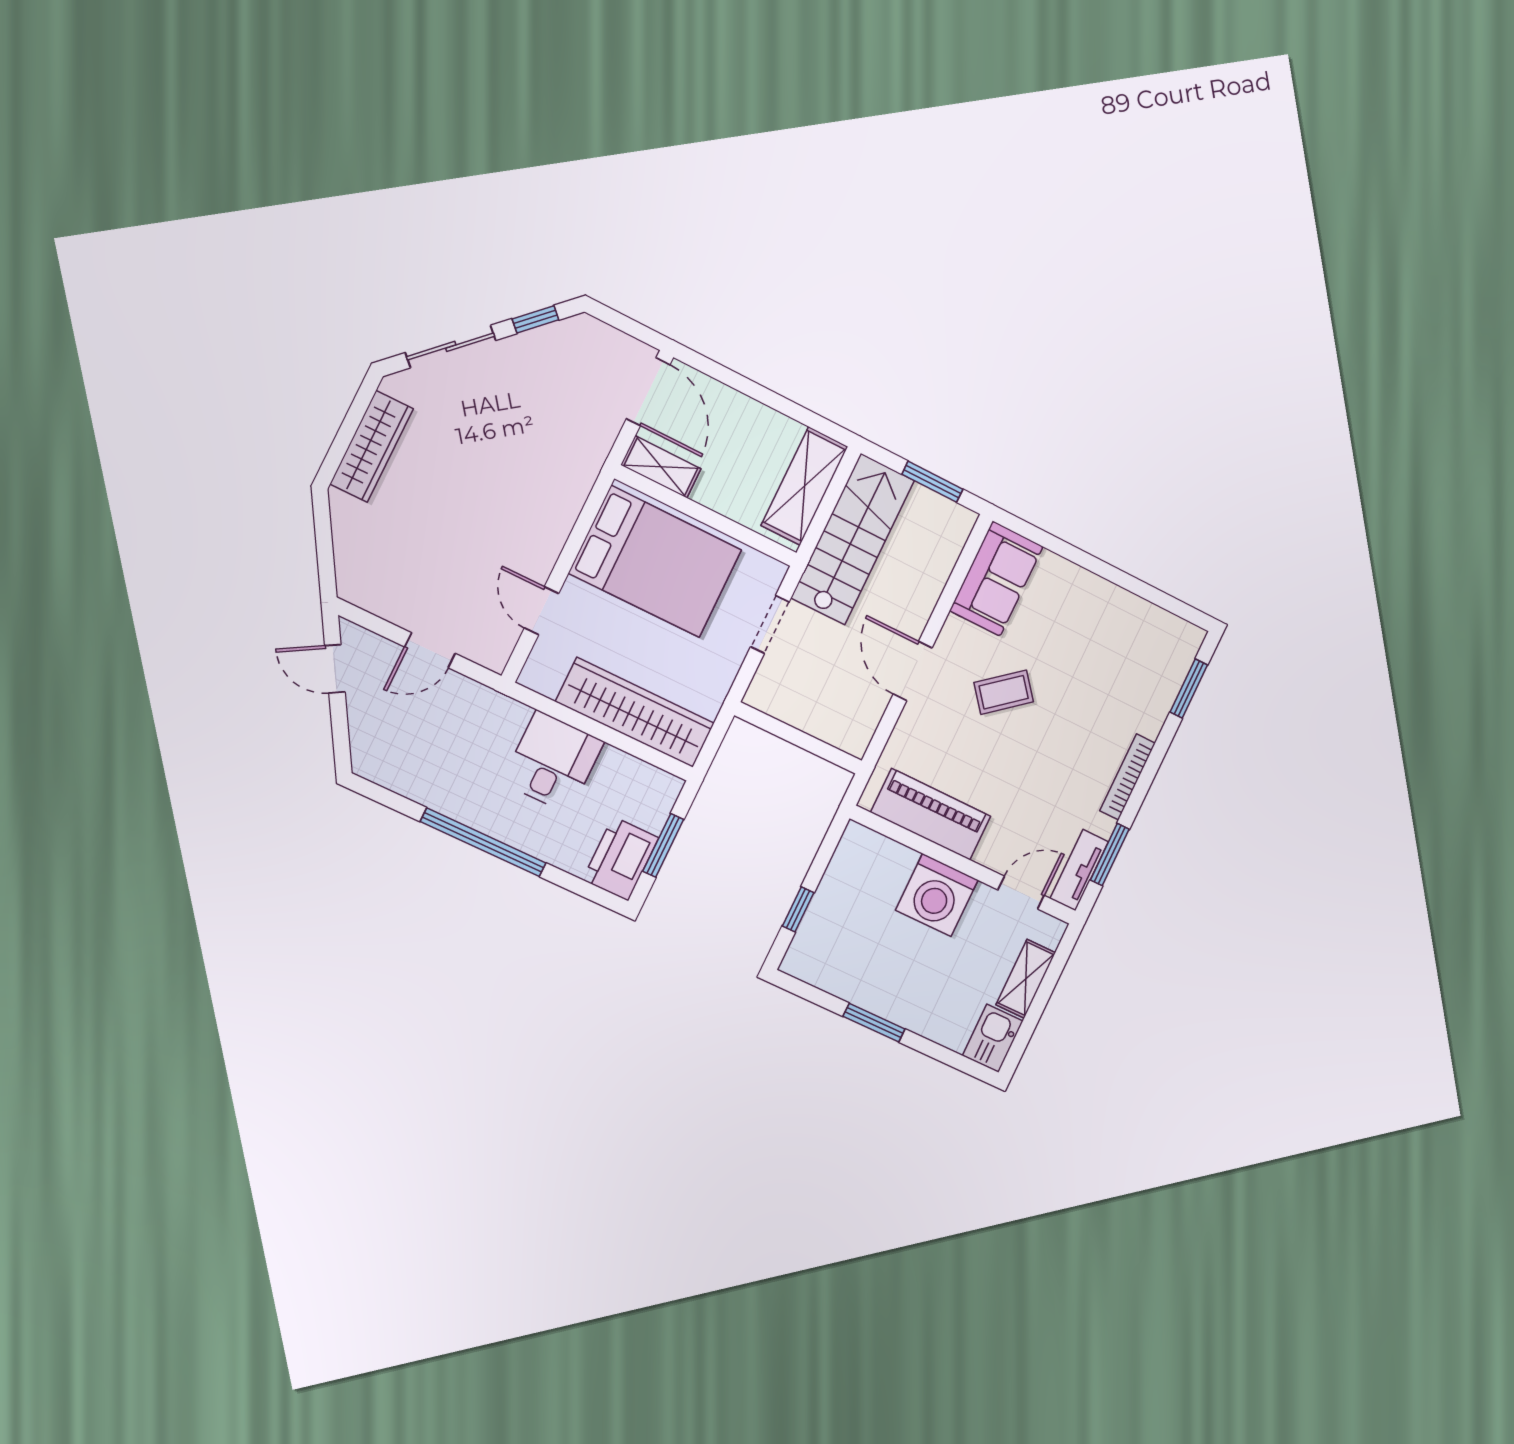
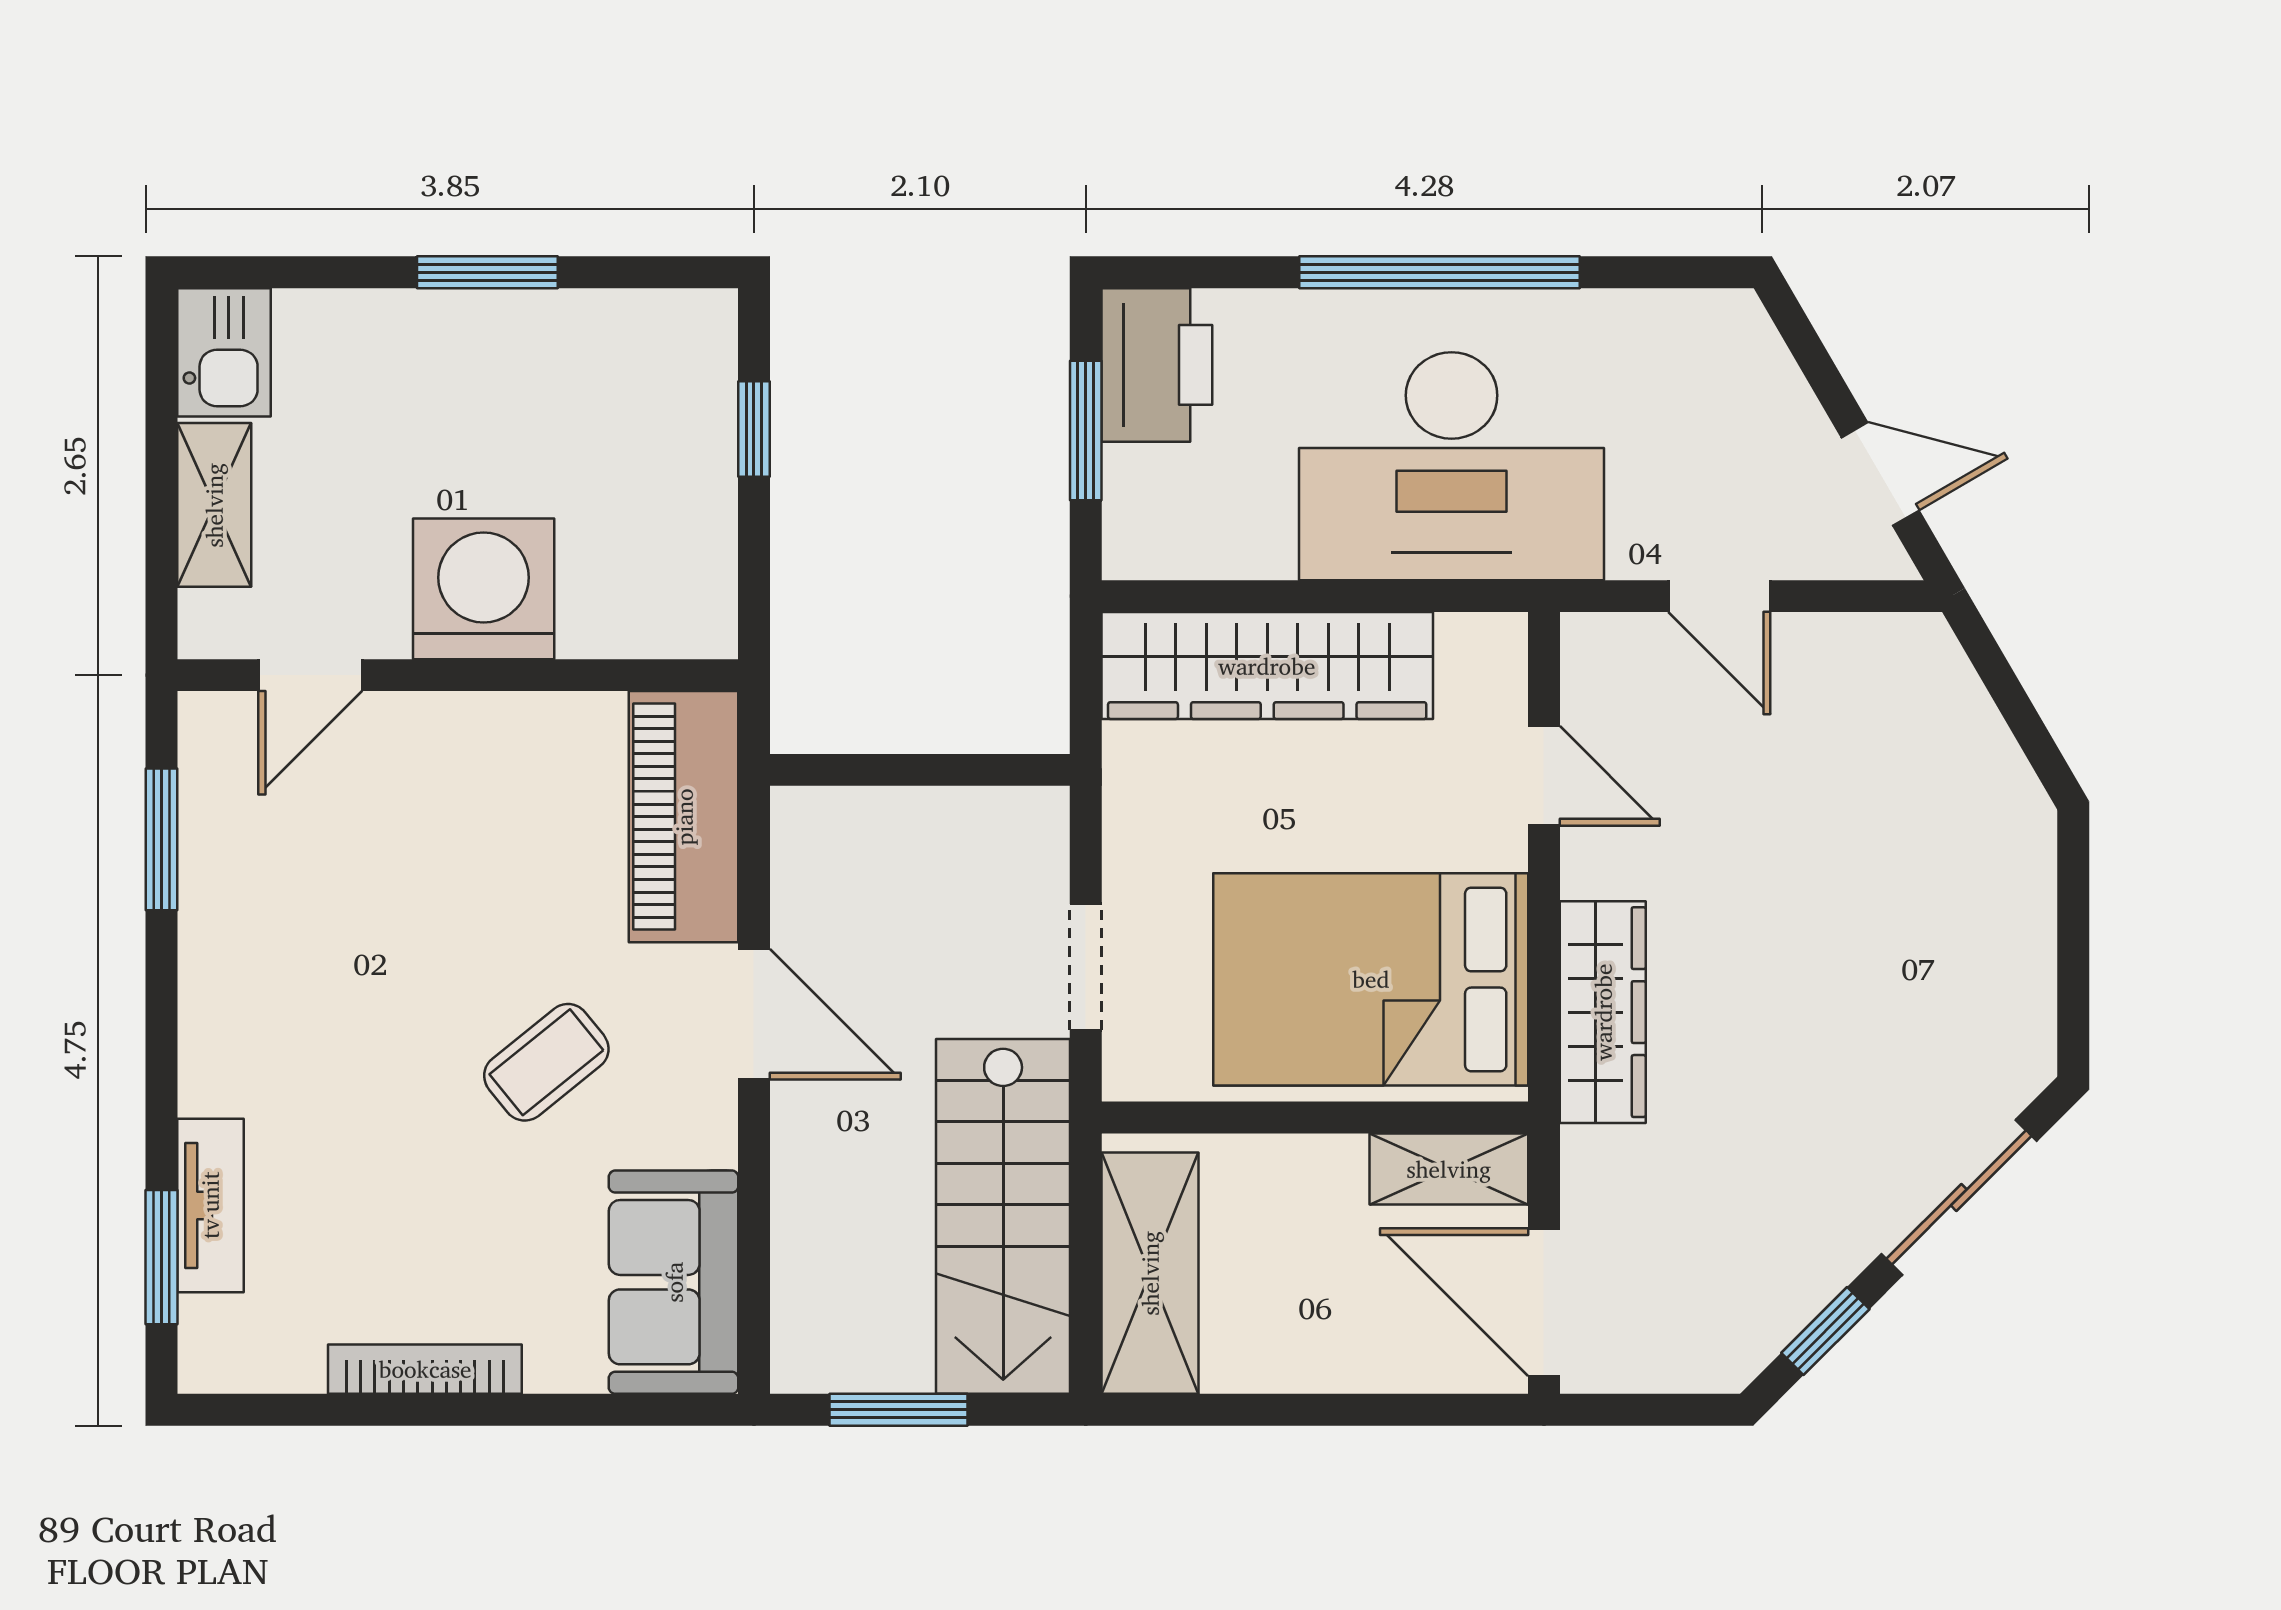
wardrobe: (372, 446) -> (1603, 1012), moved, turned 180
door: (430, 650) -> (1719, 596), swing flipped
desk: (553, 762) -> (1452, 466), width x1.87, depth x1.30
bookcase: (1128, 777) -> (425, 1369), moved, turned -90
piano: (931, 814) -> (684, 817), moved, turned 90
tv unit: (1079, 870) -> (210, 1205), moved

